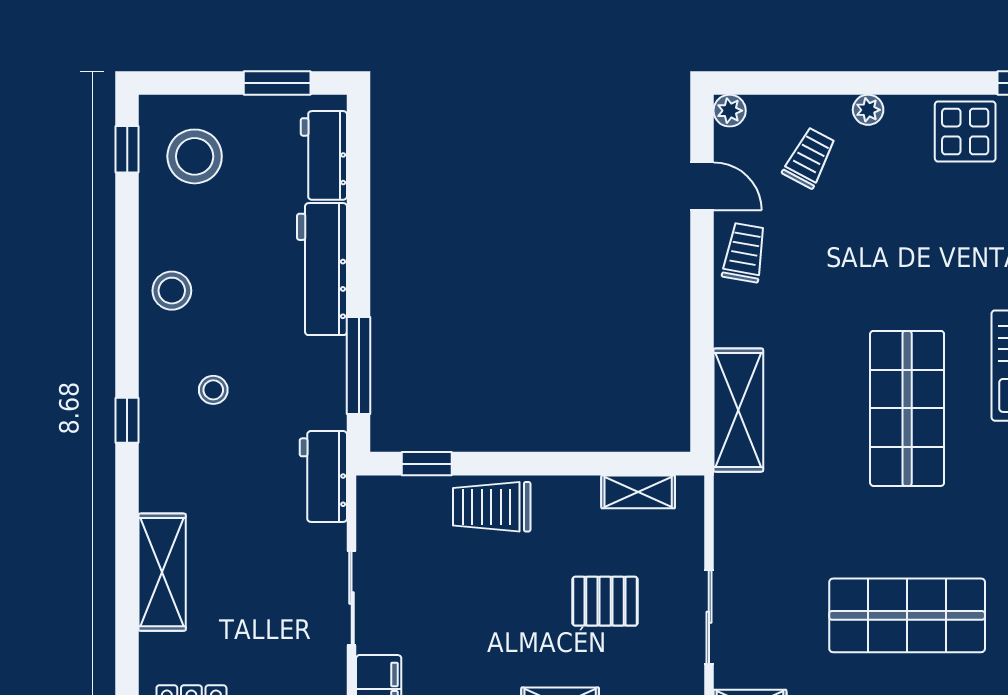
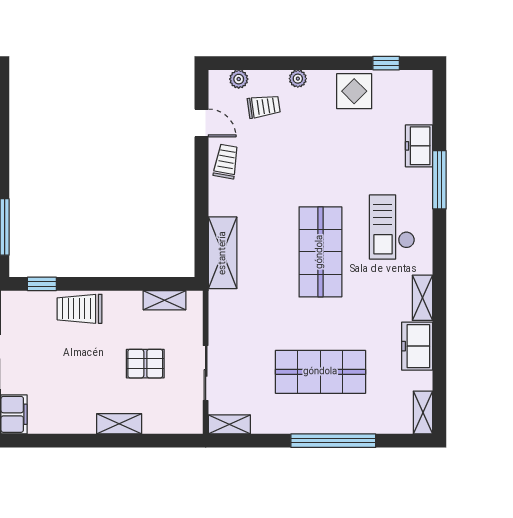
plant: (730, 111) -> (239, 79), moved
trolley: (809, 158) -> (264, 106), turned 54

